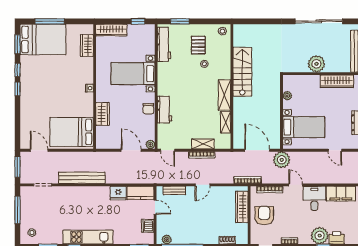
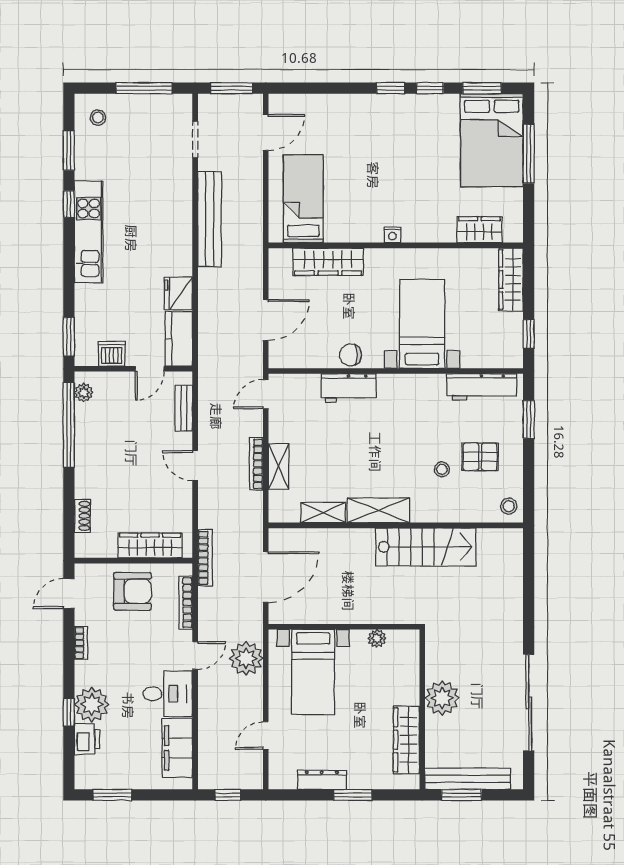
wardrobe: (103, 114) -> (328, 262), width x1.50
bed: (72, 132) -> (303, 199), width x0.67
plant: (150, 144) -> (278, 359), removed
plant: (282, 160) -> (246, 659), moved

